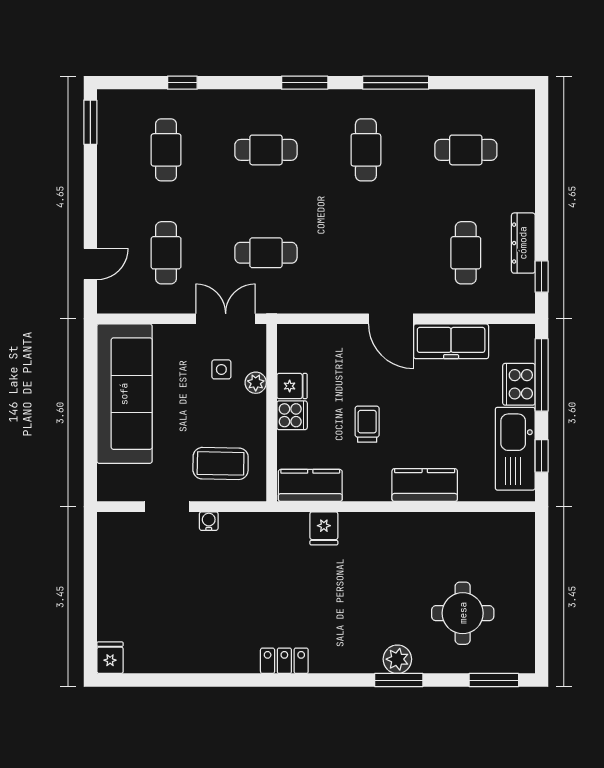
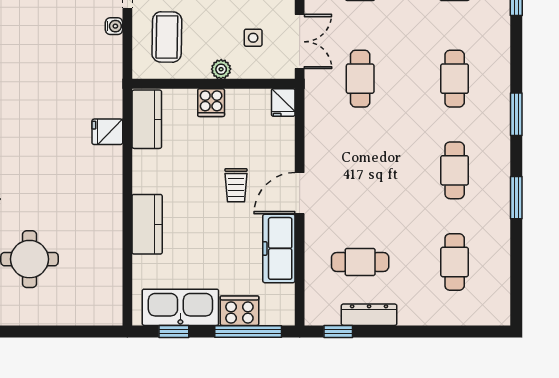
window: (396, 83) -> (516, 198), width x0.69
cafe table: (366, 150) -> (455, 170), turned 90
plant: (256, 383) -> (221, 69), moved
fridge: (292, 386) -> (283, 102), moved
trolley: (367, 424) -> (236, 185), moved, turned 90

